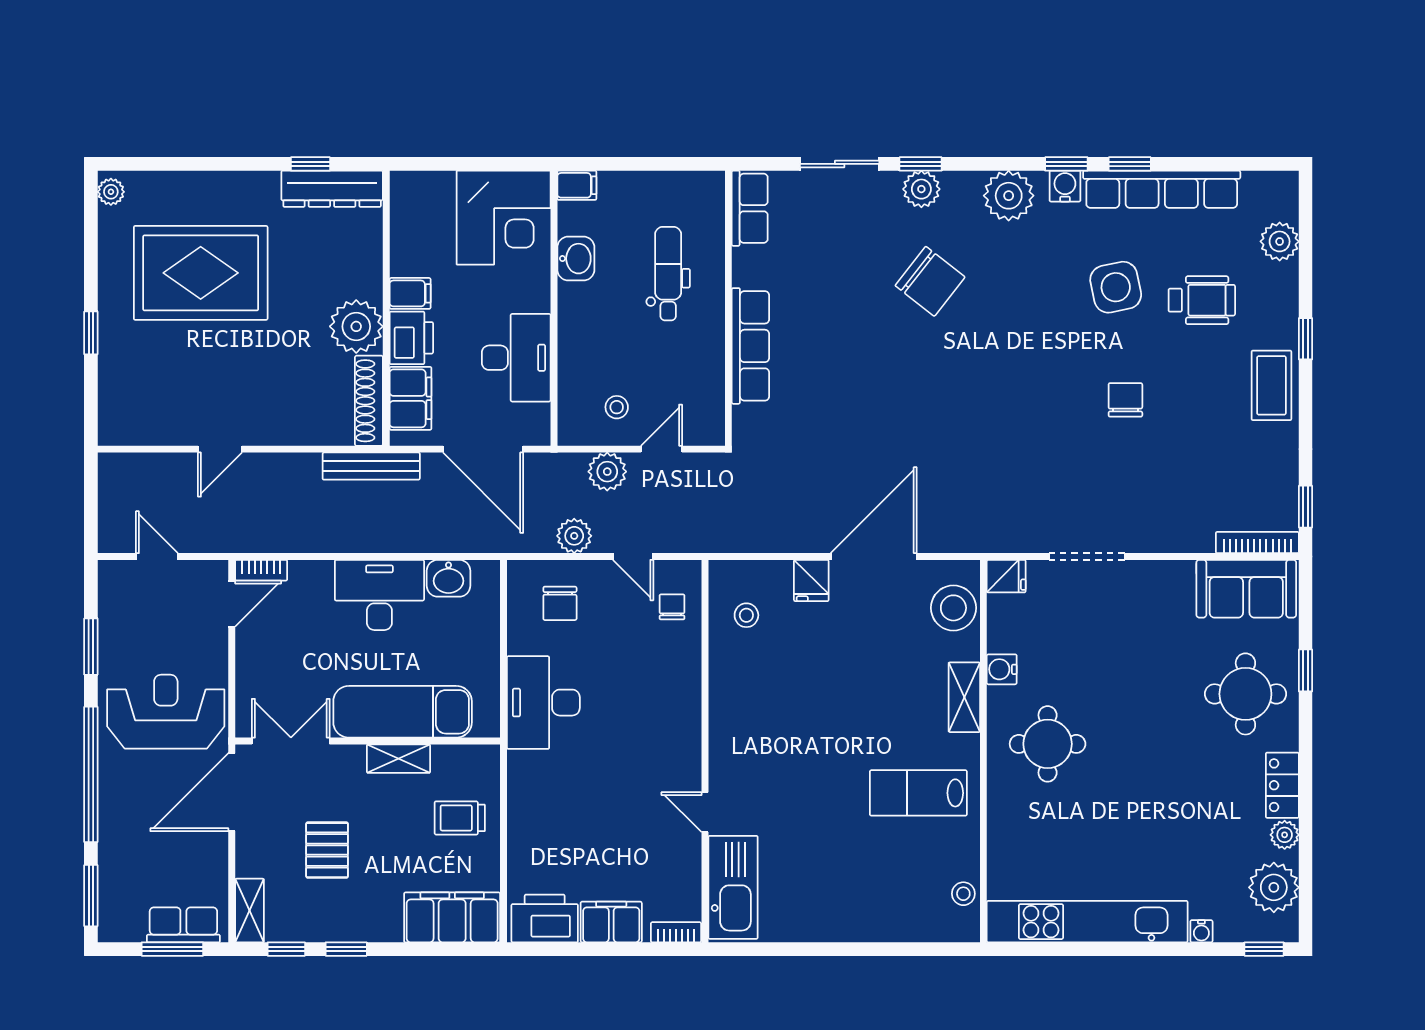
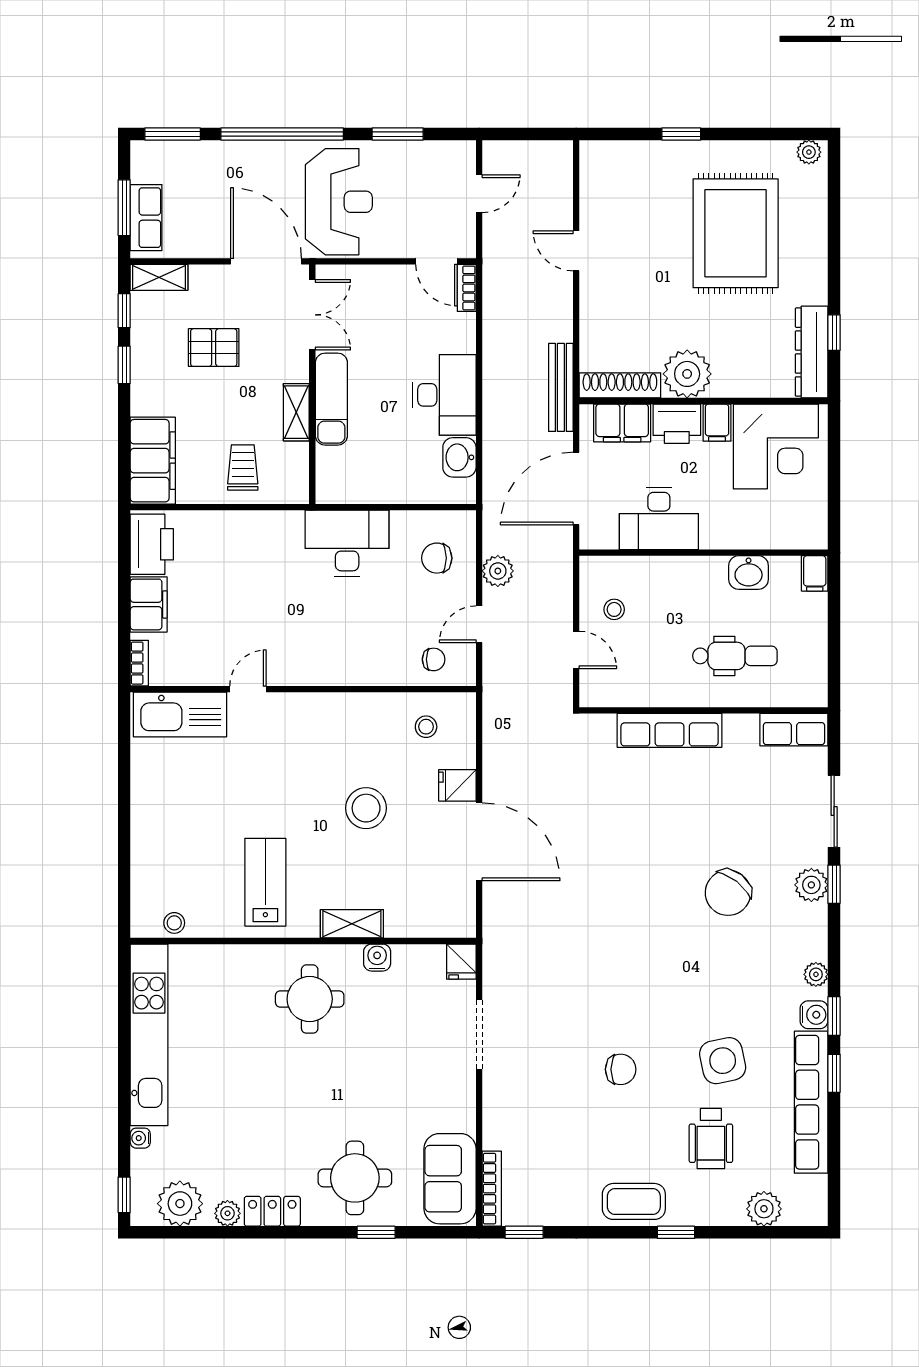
plant: (1009, 196) -> (816, 974), width x0.53, depth x0.53
corner desk: (504, 218) -> (776, 446), moved, turned -90
plant: (607, 472) -> (556, 601), removed
stool: (953, 608) -> (366, 808), moved
exam couch: (403, 712) -> (331, 399), width x0.73, depth x0.69

